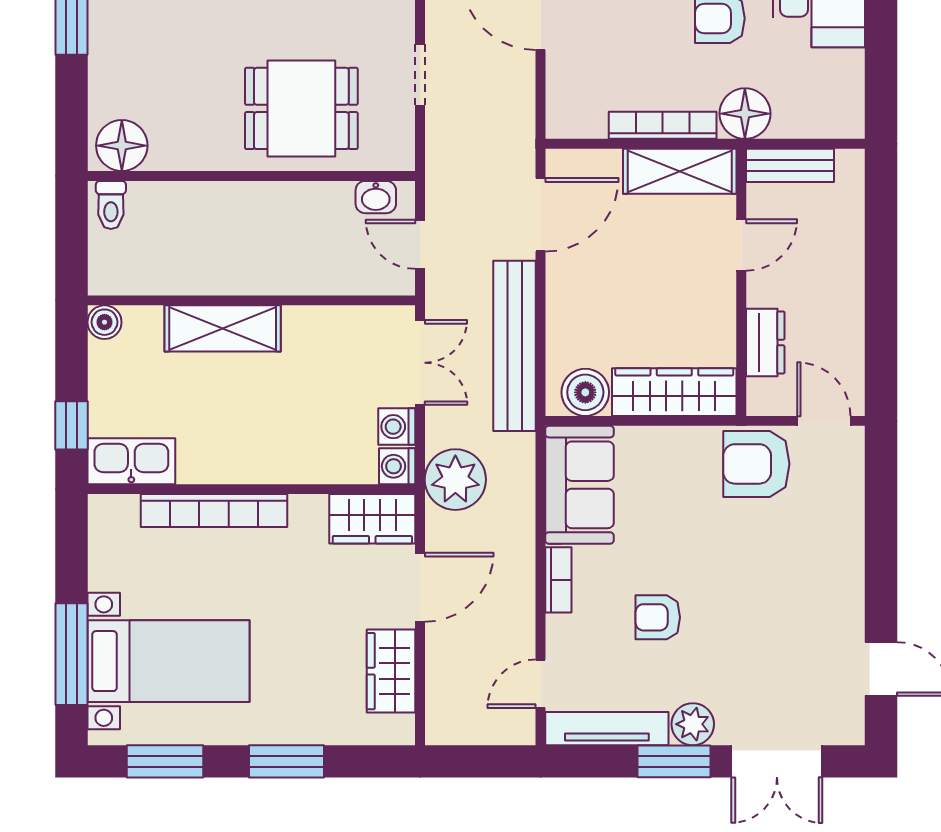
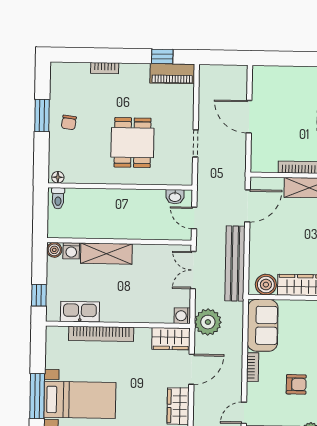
chair: (132, 33) -> (69, 122), added
dining table: (301, 108) -> (132, 143), moved, turned 90
floor lamp: (122, 146) -> (58, 177), width x0.53, depth x0.53
double door: (420, 363) -> (193, 270), swing flipped
washing machine: (397, 427) -> (71, 251), moved, turned -90
kitchen sink: (131, 461) -> (80, 312), moved
armchair: (658, 617) -> (296, 384), turned 180

